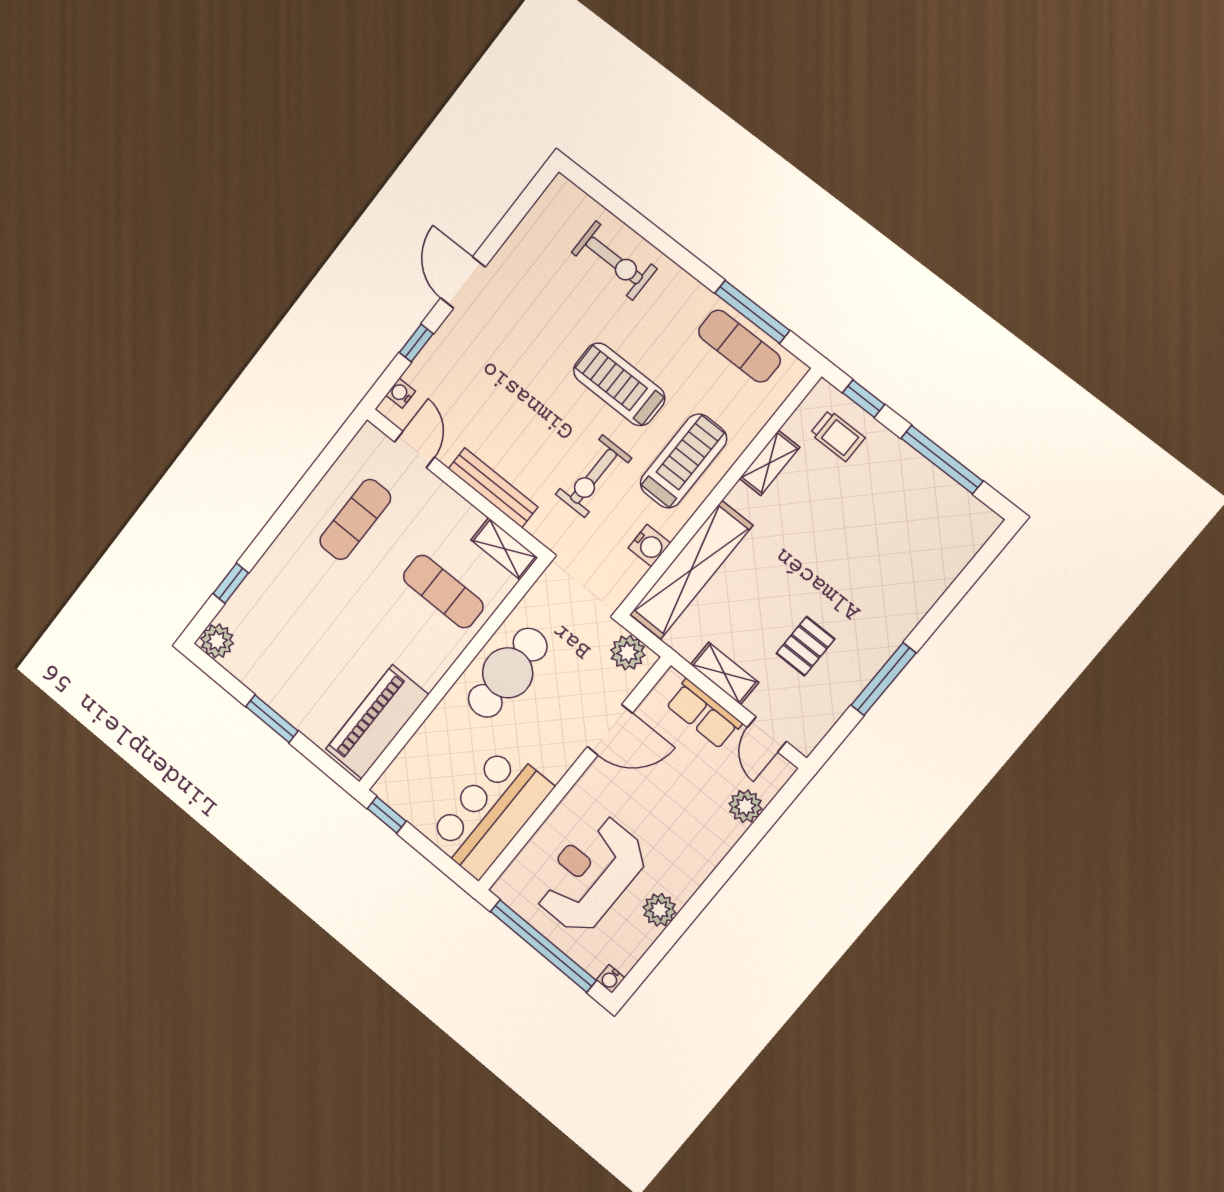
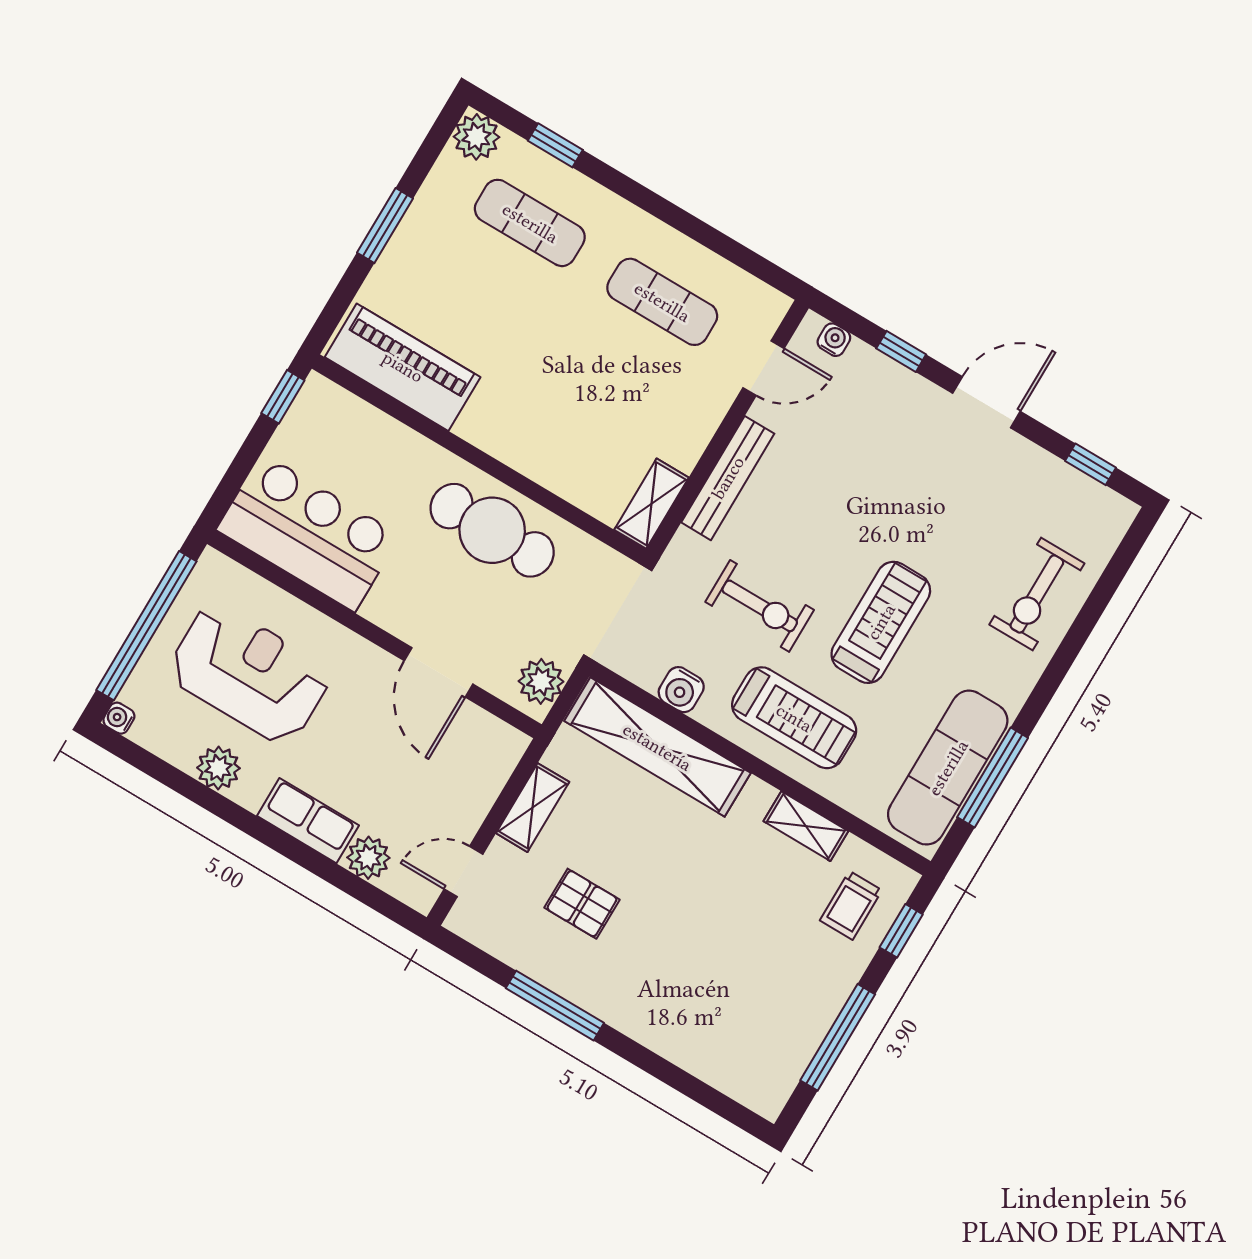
window: (521, 208) -> (1091, 464), added
exercise mat: (739, 346) -> (948, 768), width x1.36, depth x1.45
exercise bike: (593, 476) -> (760, 606), turned 180
exercise mat: (443, 591) -> (530, 223), moved, turned 90
row of seats: (704, 714) -> (308, 821), moved, turned 90

